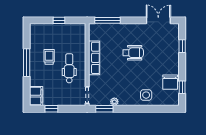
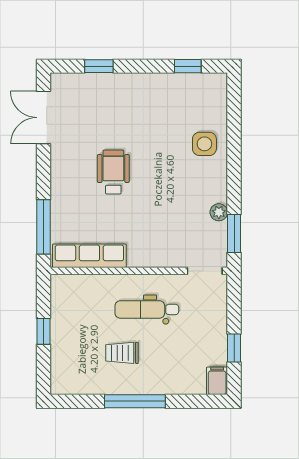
row of seats: (94, 58) -> (89, 256), moved
chair: (170, 82) -> (177, 92), removed
filing cabinet: (36, 96) -> (217, 381), width x0.50

